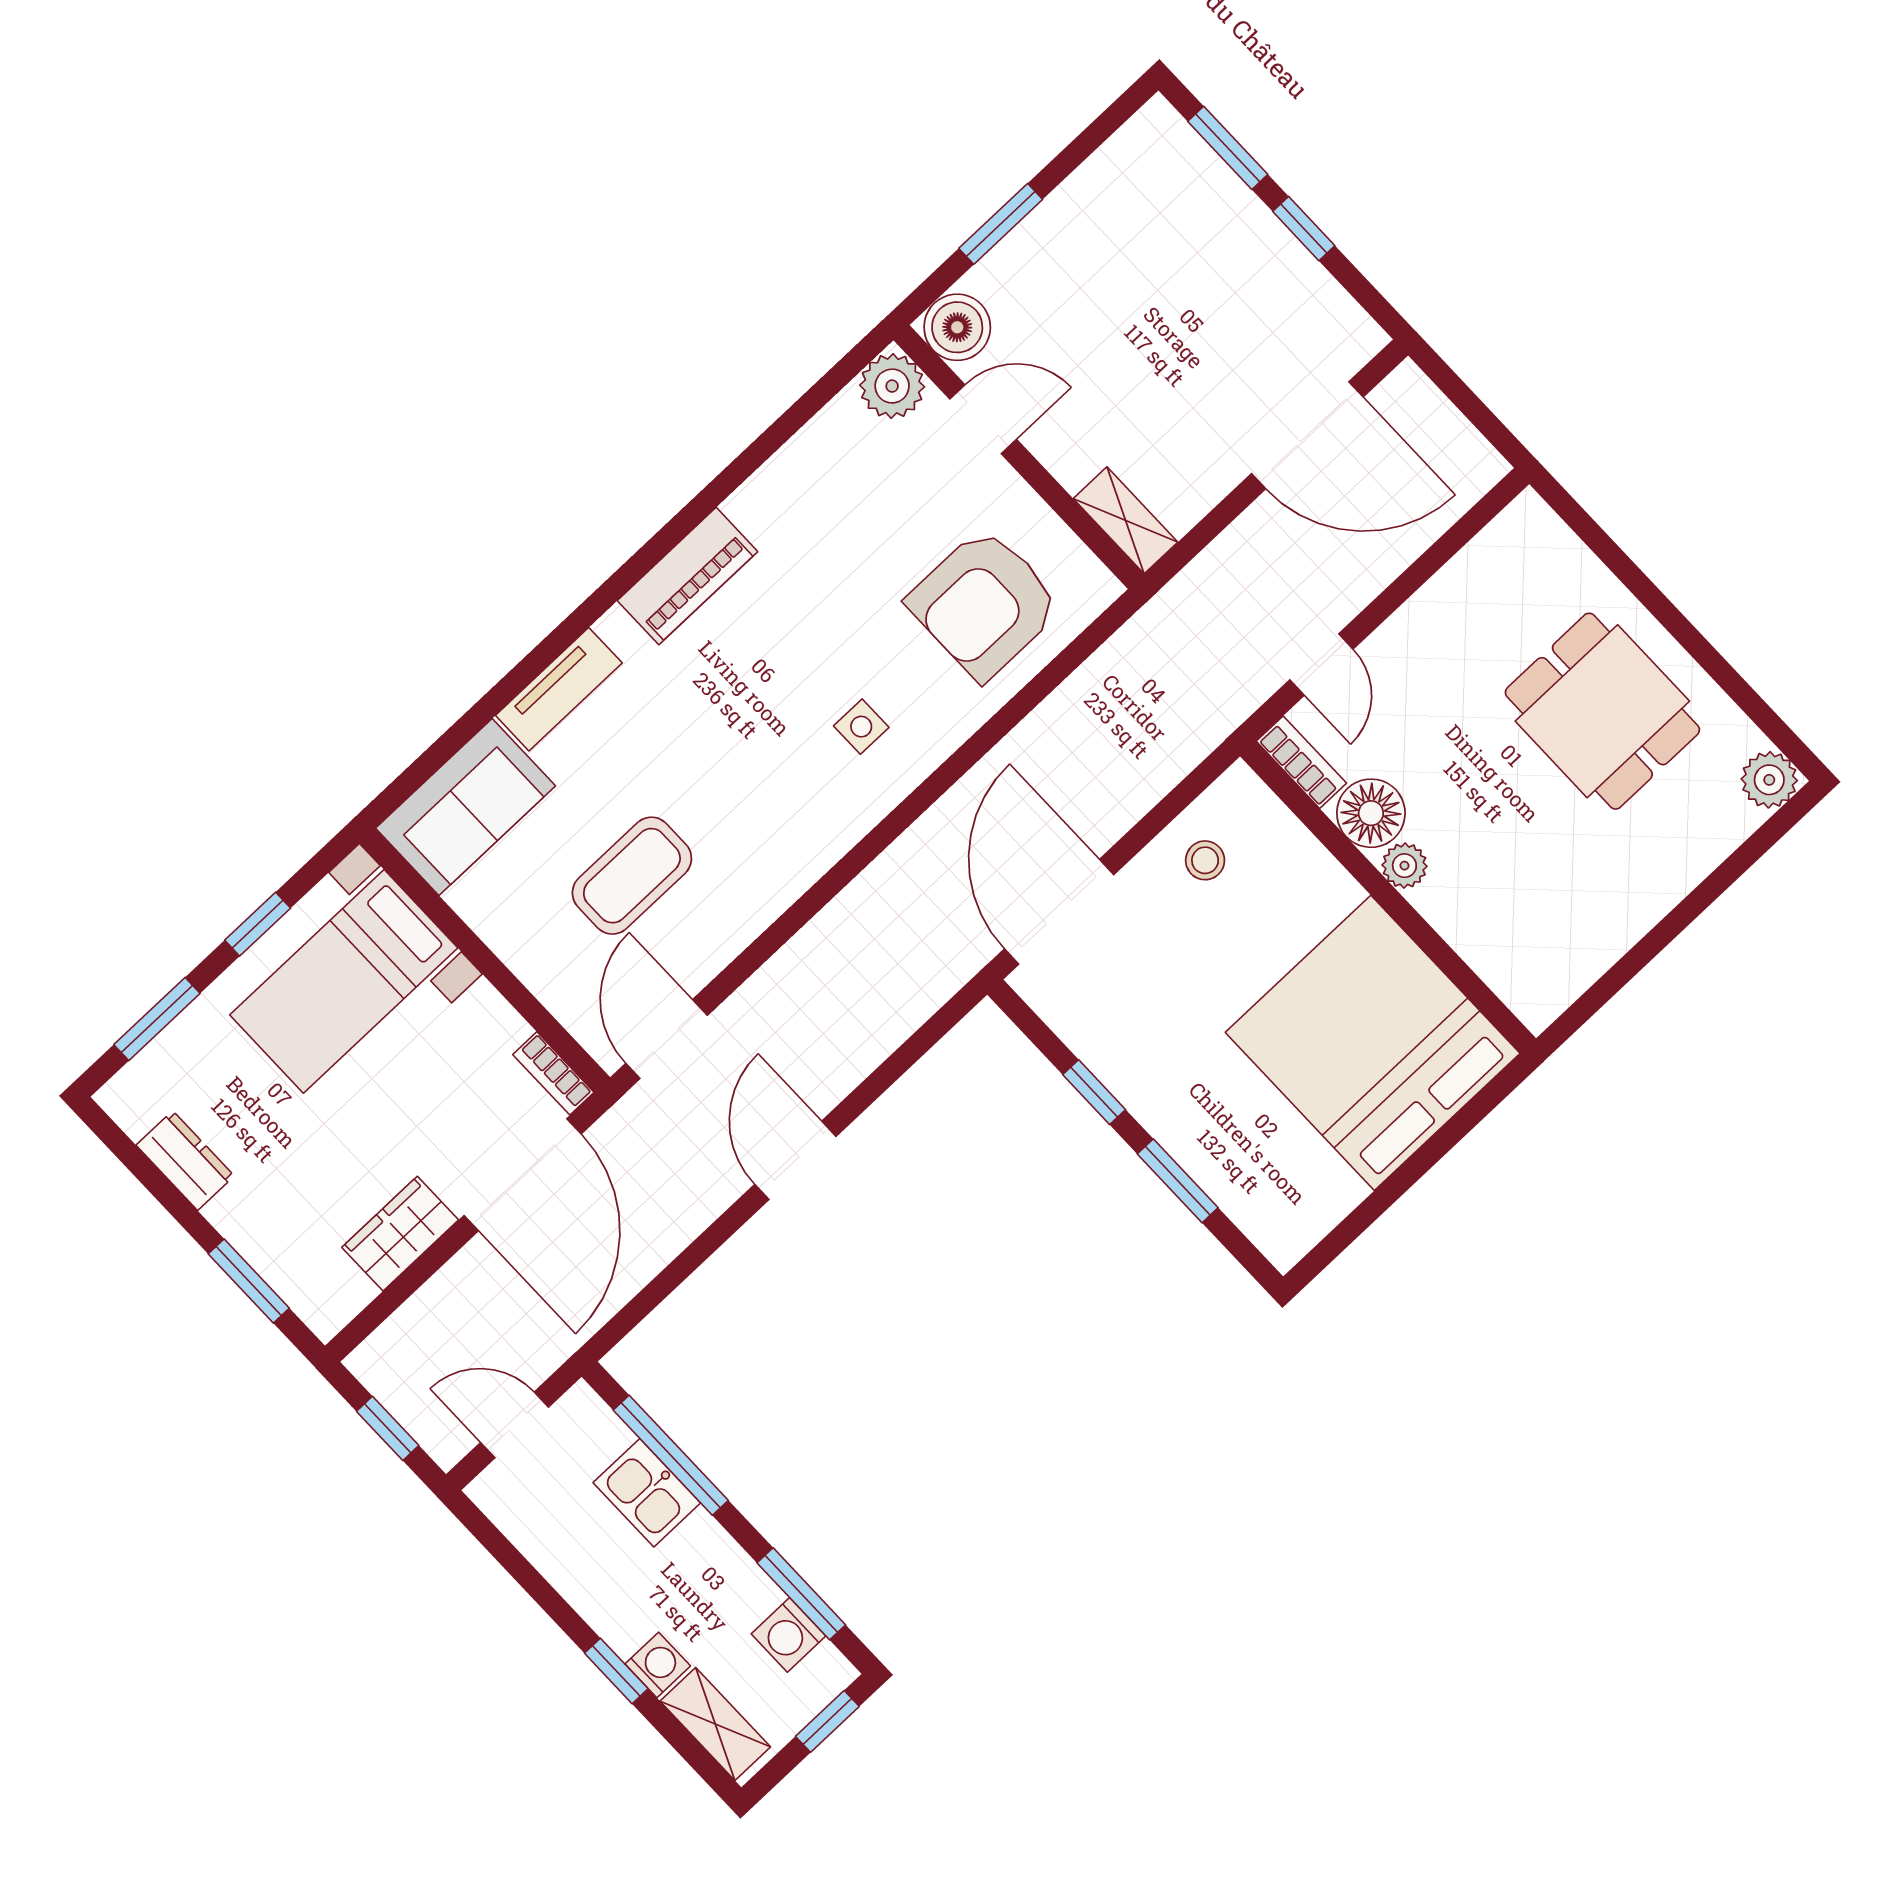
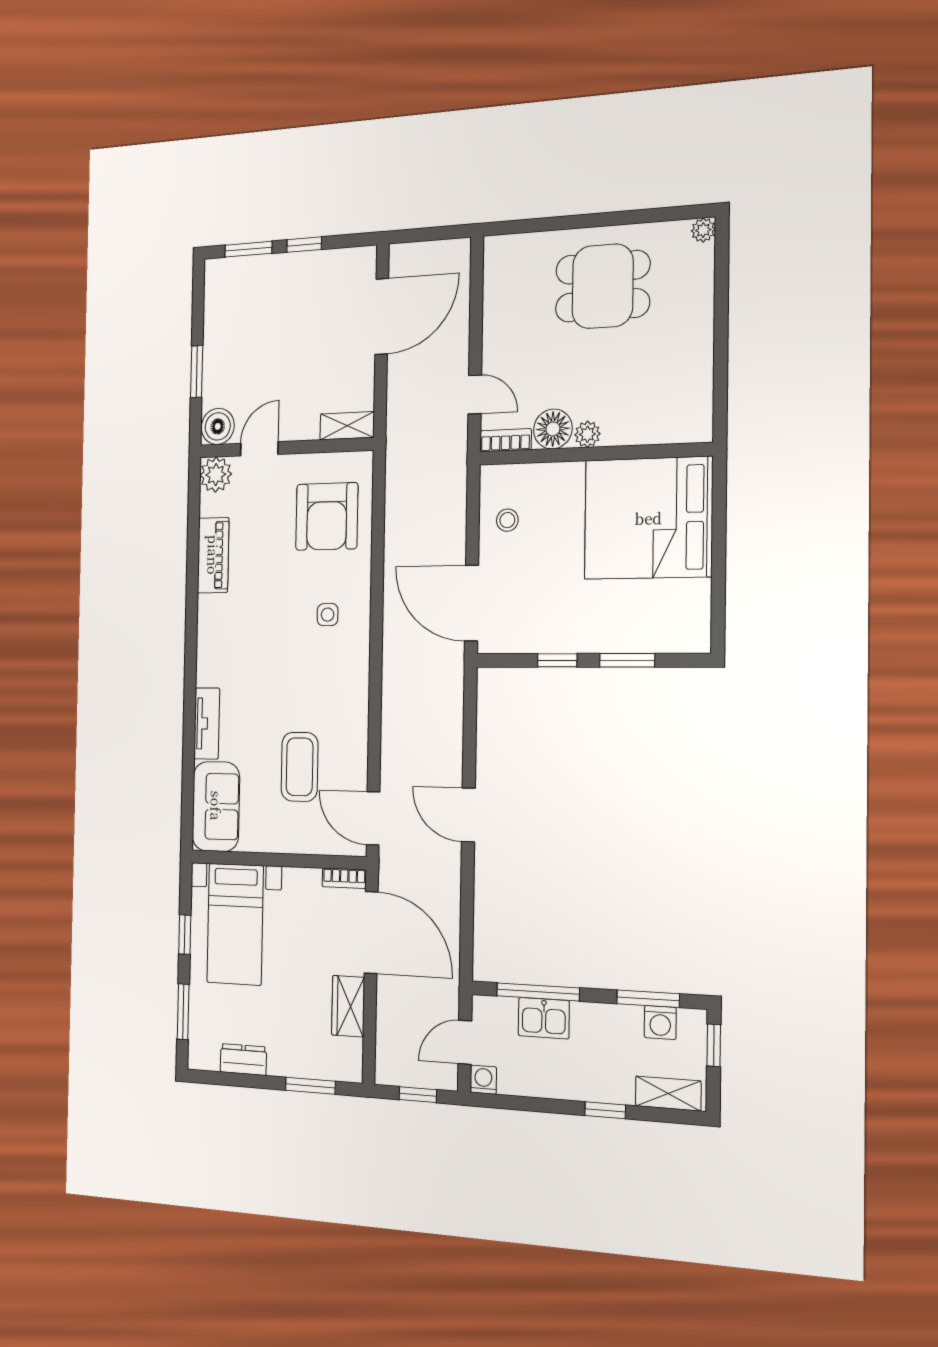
piano: (687, 576) -> (213, 555), moved
plant: (1769, 780) -> (703, 230), width x0.73, depth x0.73
washing machine: (658, 1665) -> (483, 1080), moved

